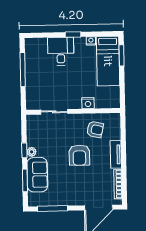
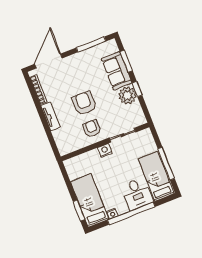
window: (73, 35) -> (131, 213), width x3.17
bed: (37, 61) -> (156, 176), added
nightstand: (88, 103) -> (105, 150), moved
armchair: (95, 129) -> (92, 129), moved, turned 77
plant: (32, 152) -> (127, 95), width x1.88, depth x1.88

